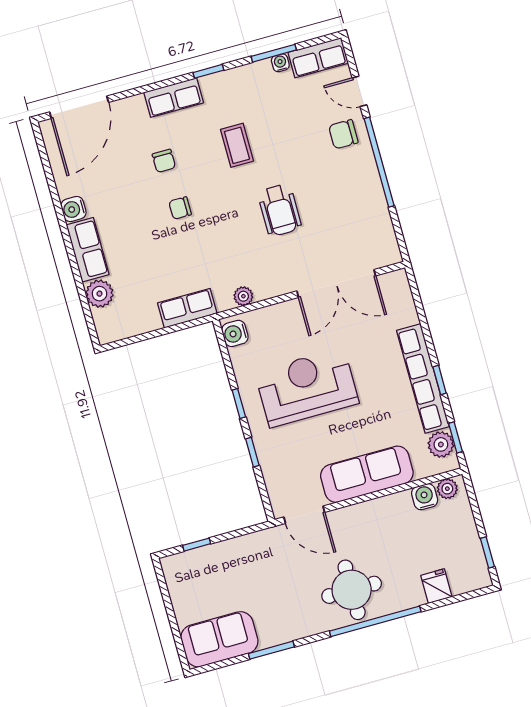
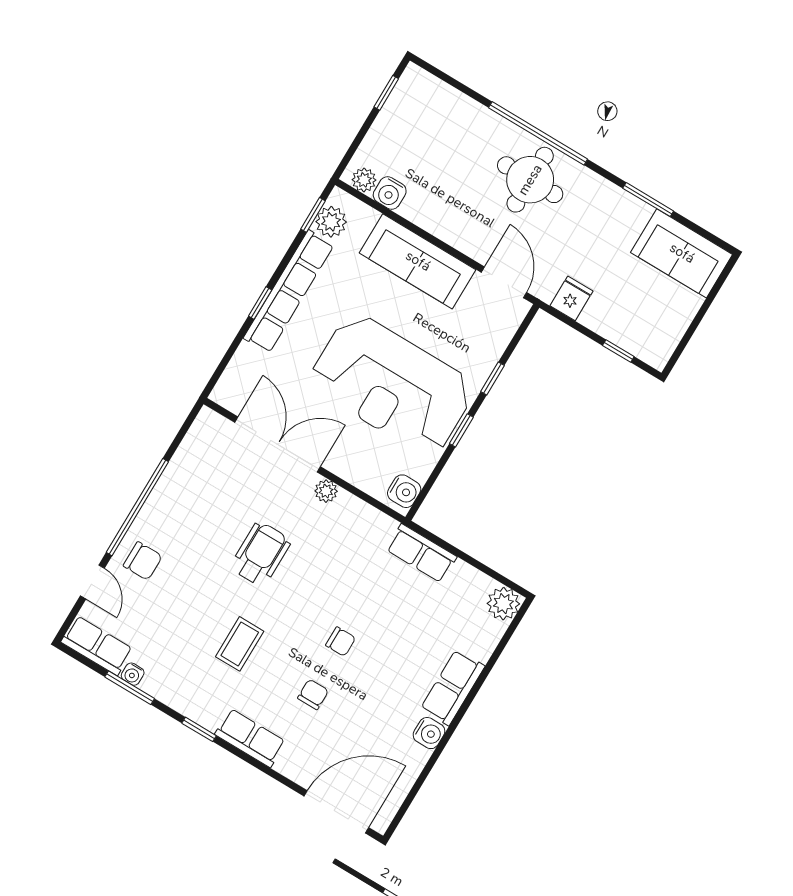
plant: (99, 294) -> (503, 604), moved
plant: (243, 296) -> (326, 491), moved
window: (440, 380) -> (260, 303), moved
reception desk: (307, 388) -> (392, 385), width x1.36, depth x1.30
fridge: (436, 586) -> (571, 298), moved, turned 180

